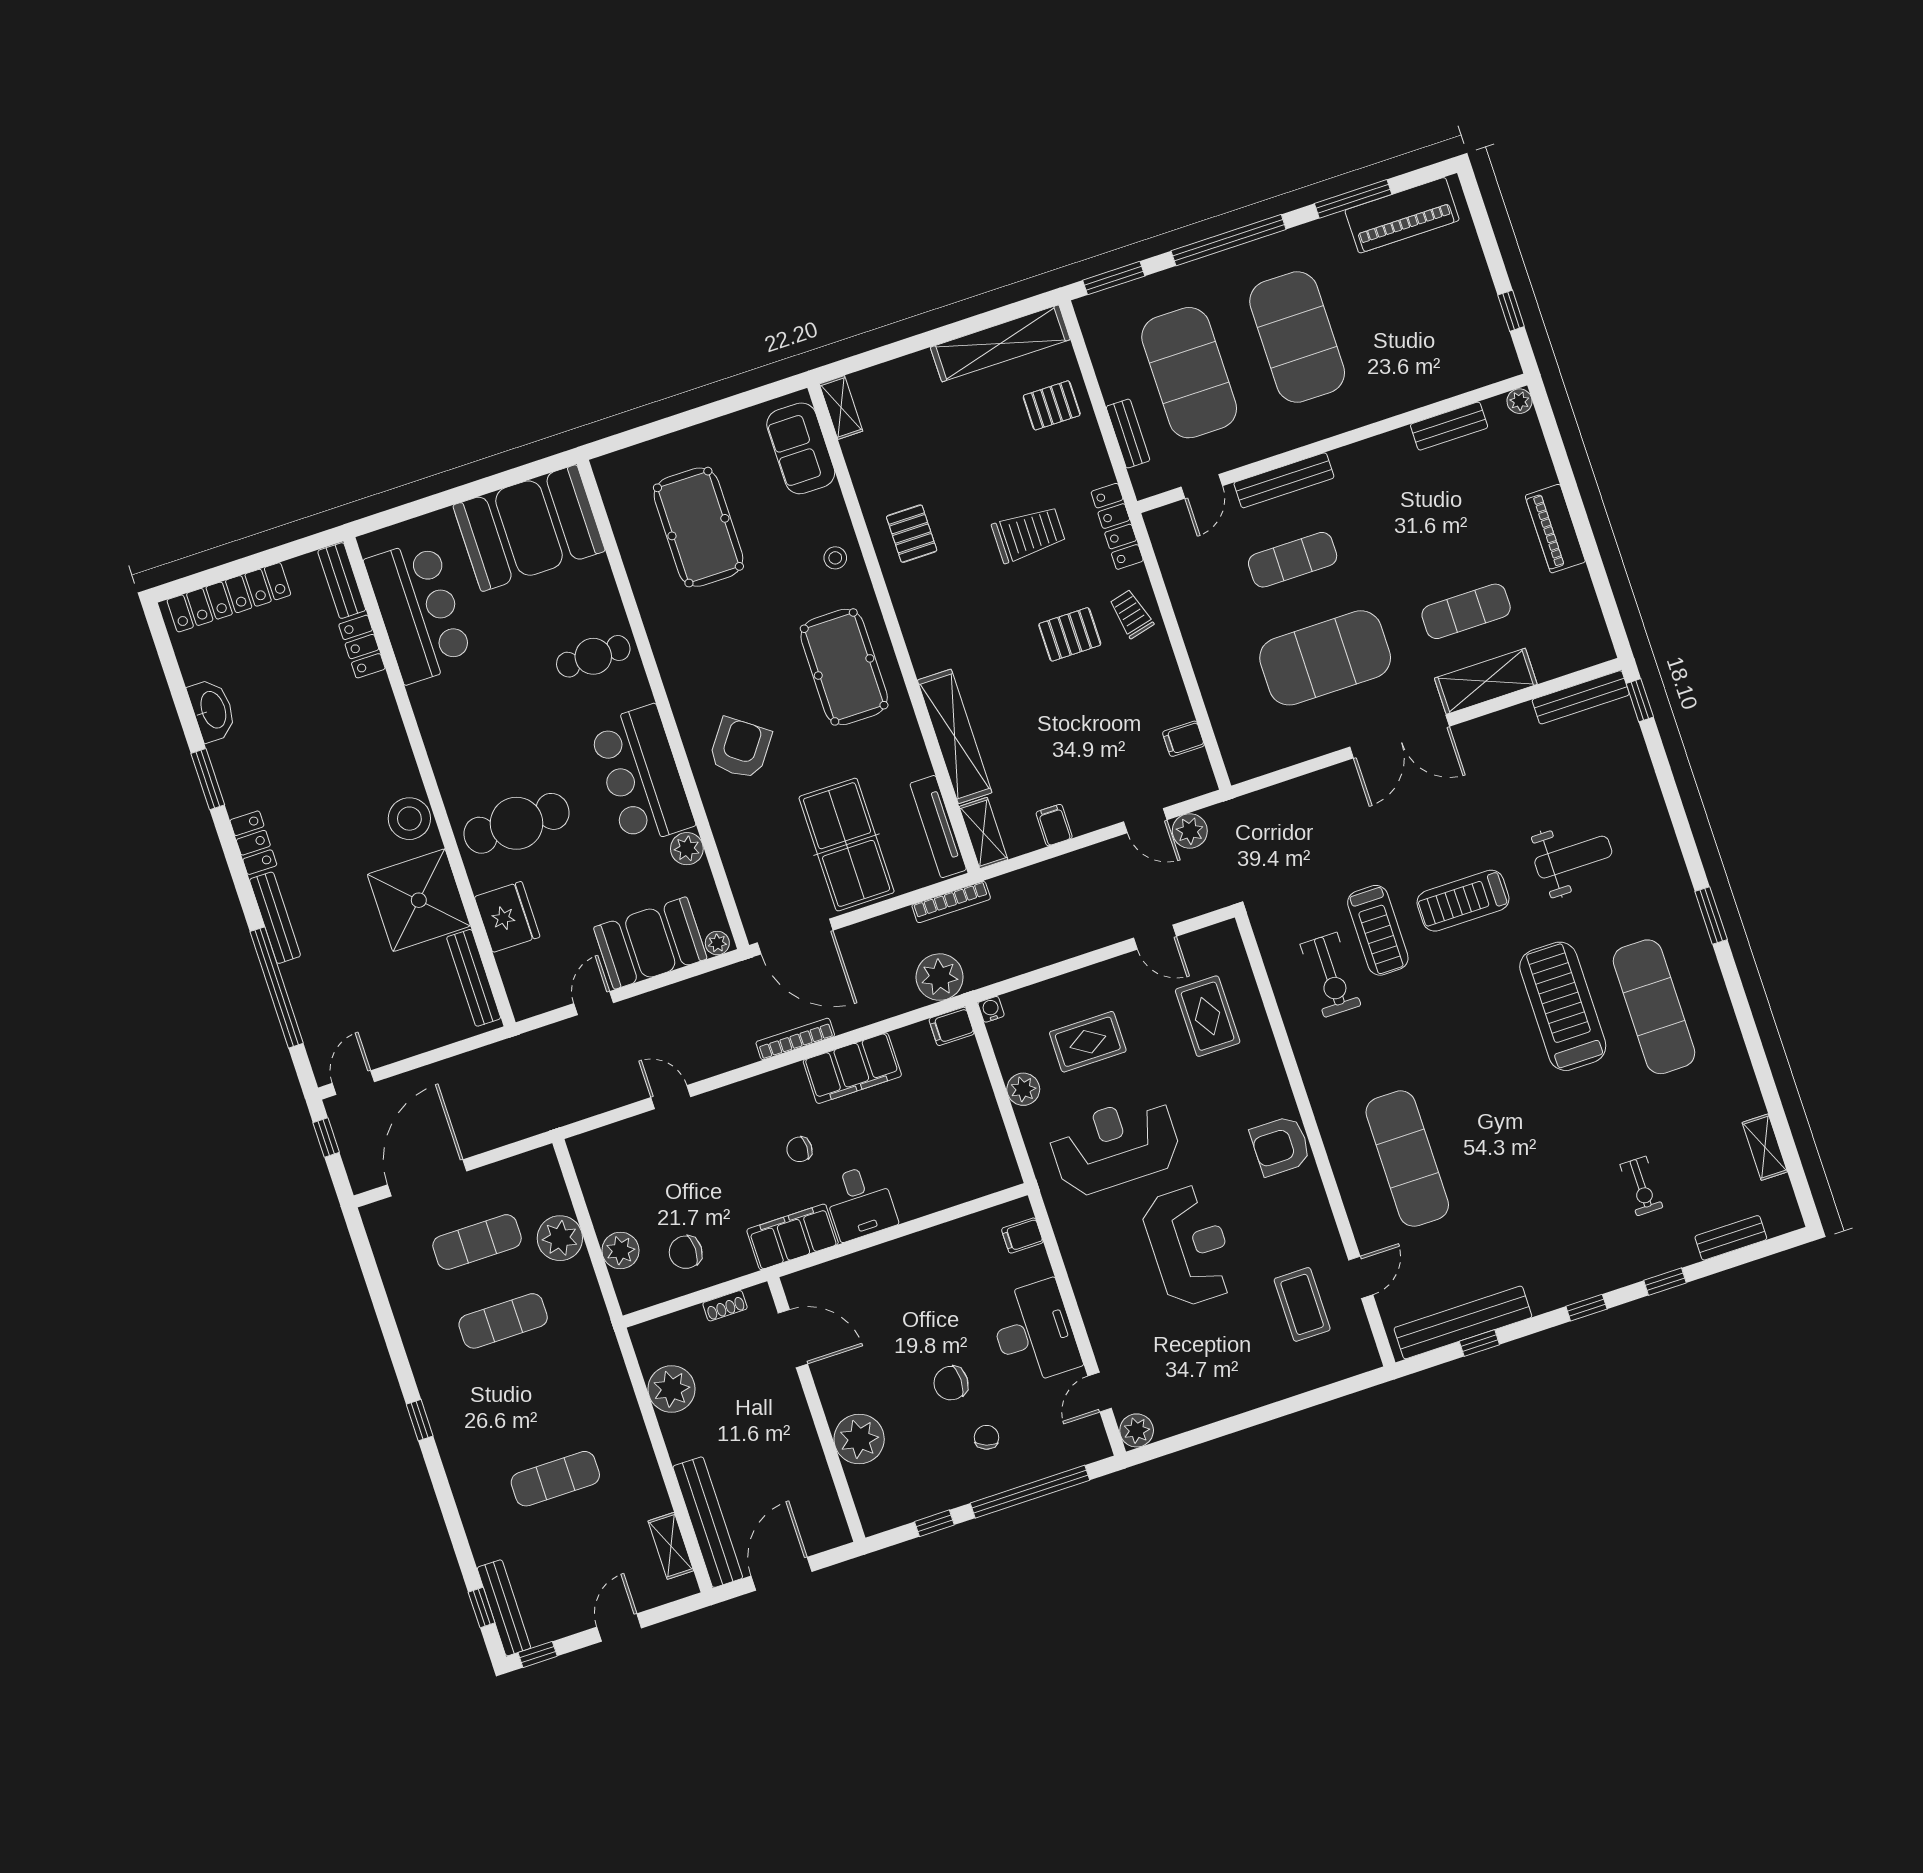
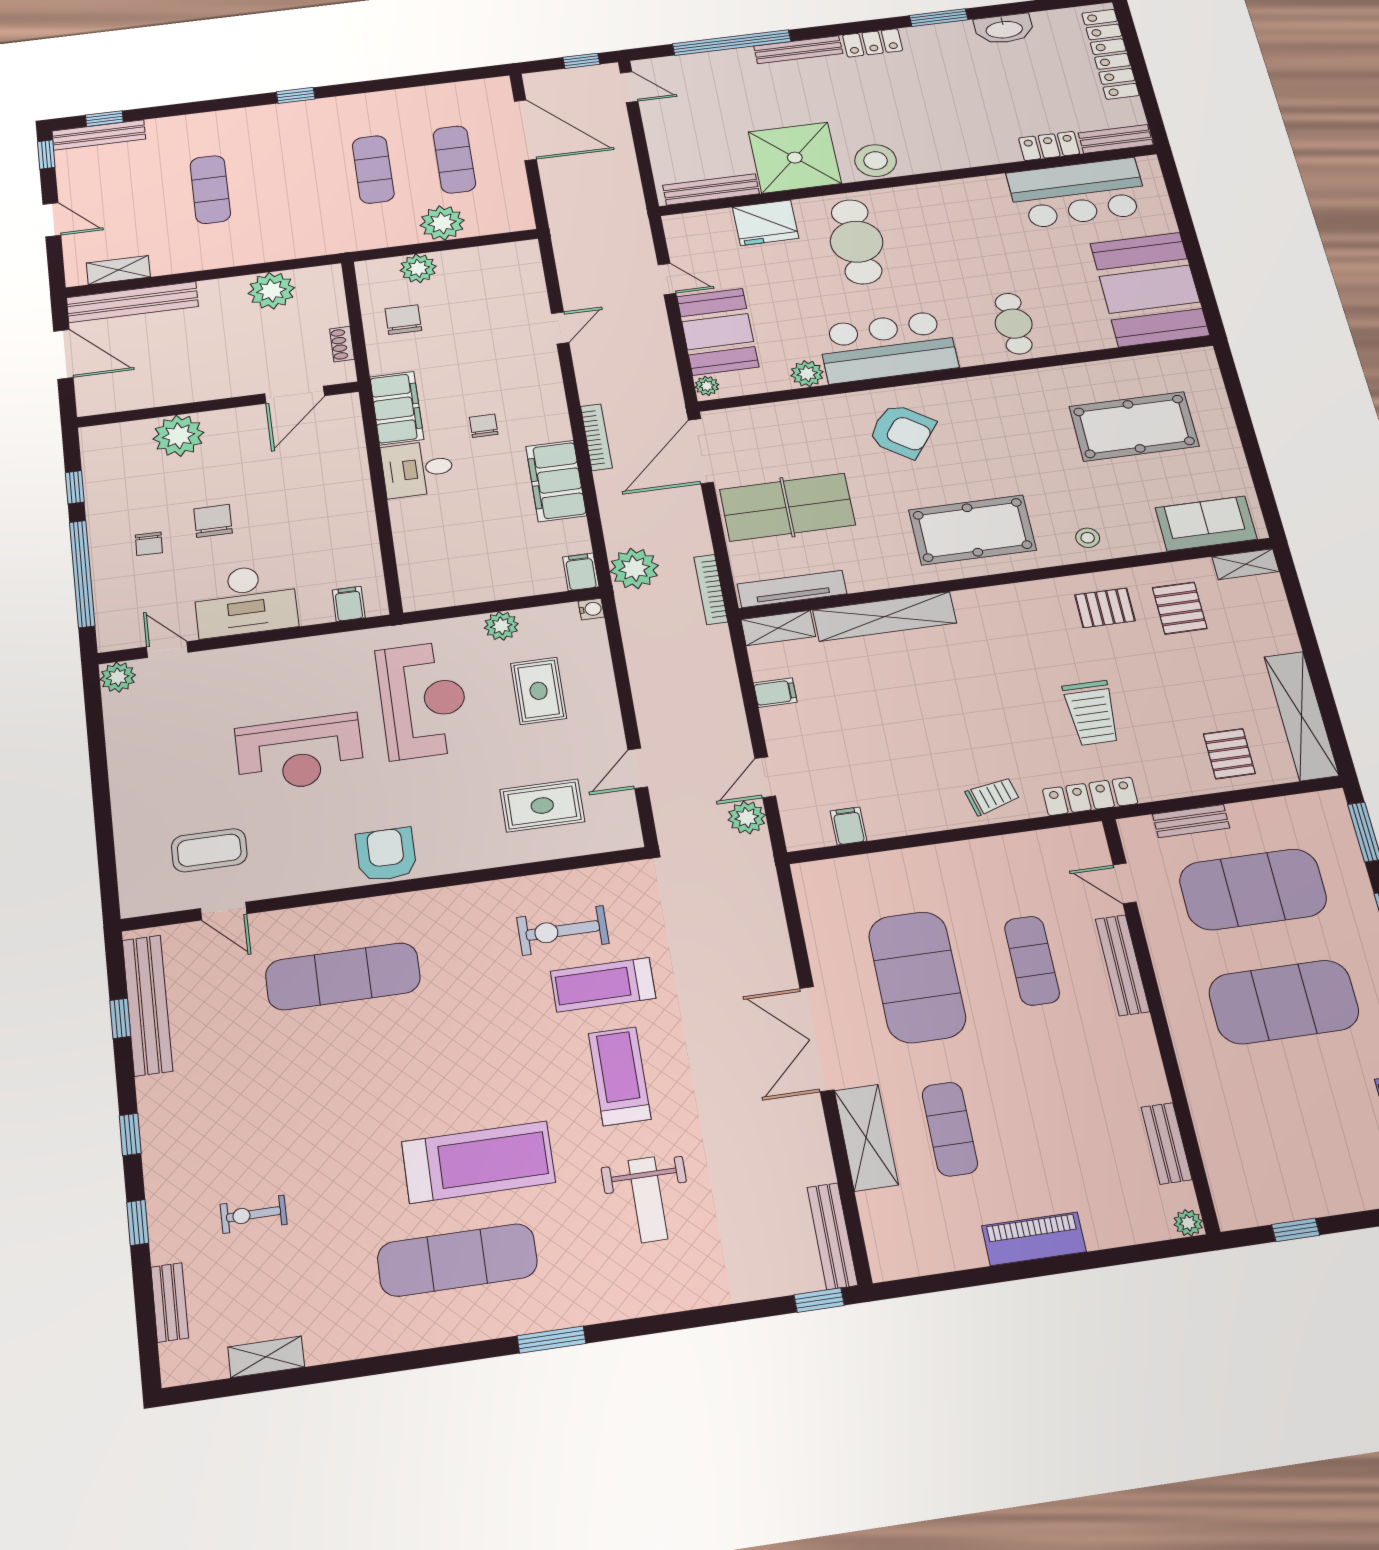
pallet: (1070, 634) -> (1180, 608), moved
chair: (986, 1437) -> (149, 544), turned 71

